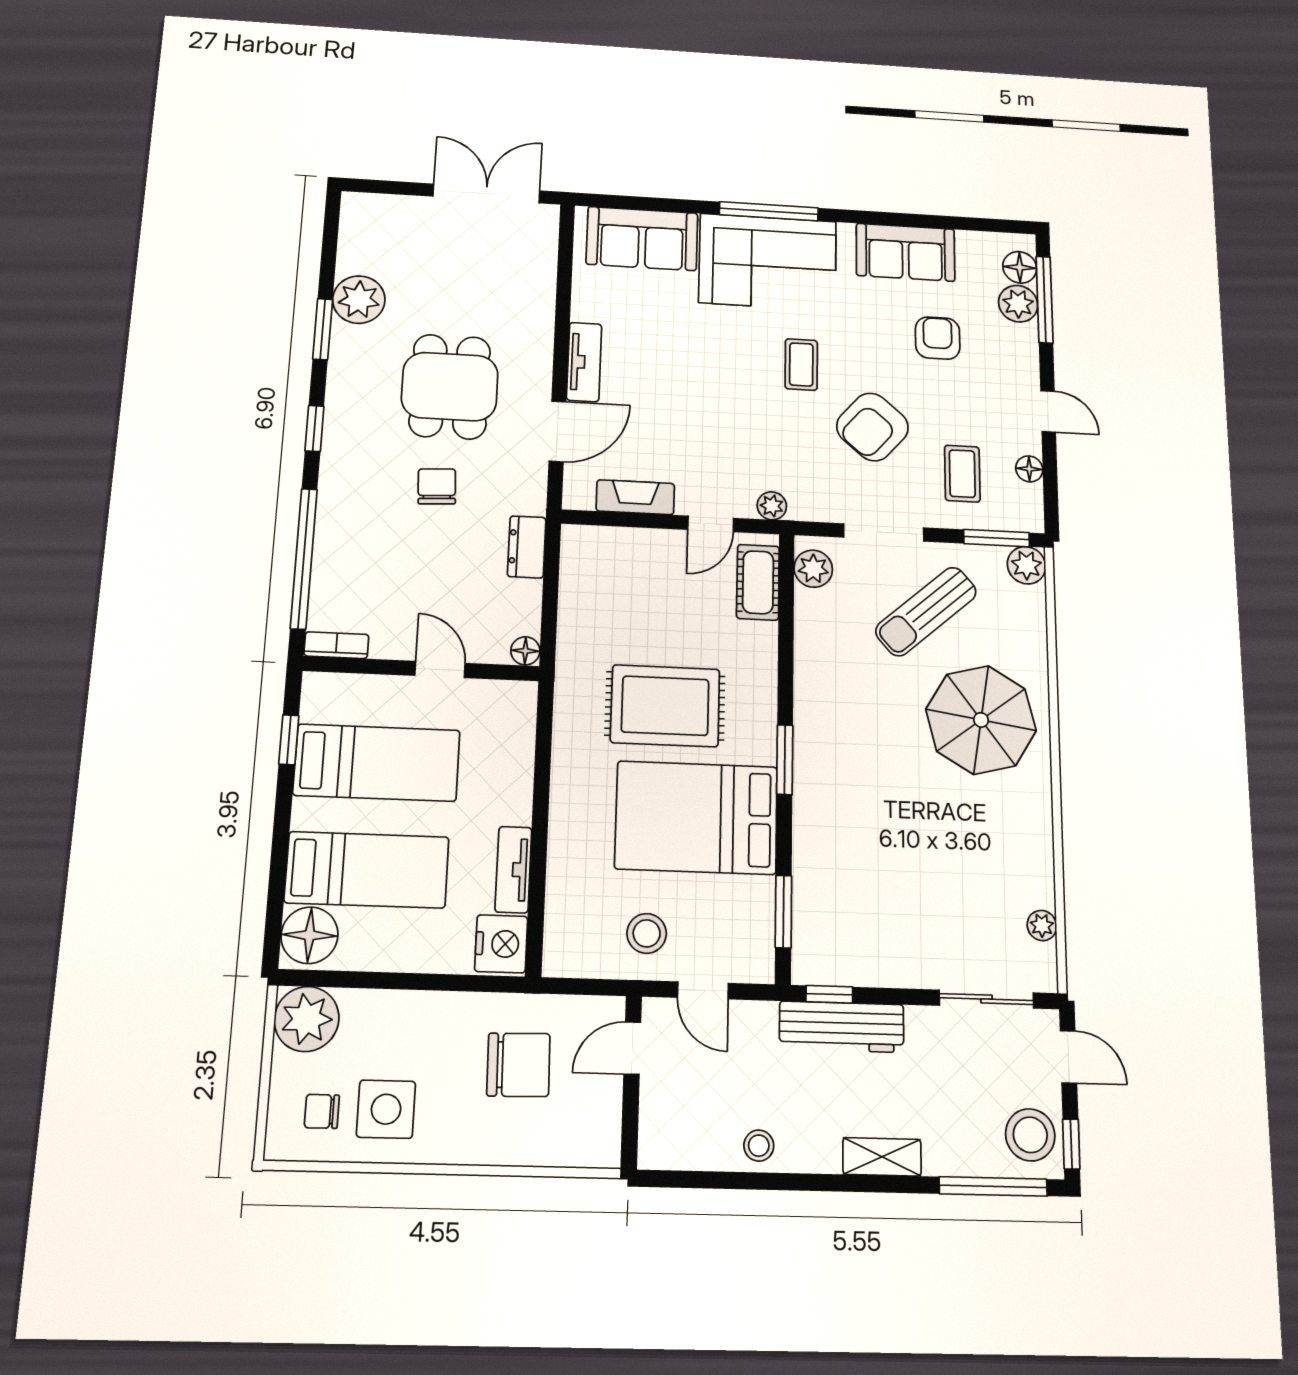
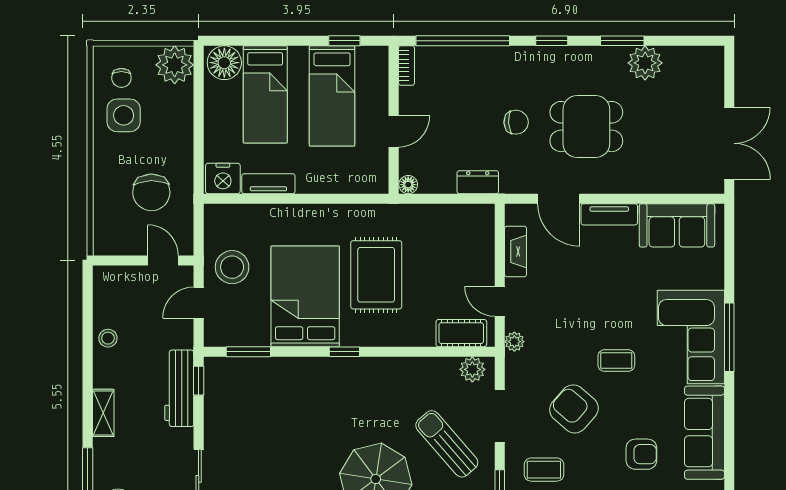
sofa: (642, 239) -> (677, 225), moved, turned -90
sofa: (906, 252) -> (704, 433), width x1.36
window: (785, 760) -> (344, 352), width x0.67
stool: (647, 933) -> (232, 267), width x1.38, depth x1.38
chair: (322, 1111) -> (121, 78), turned 180

